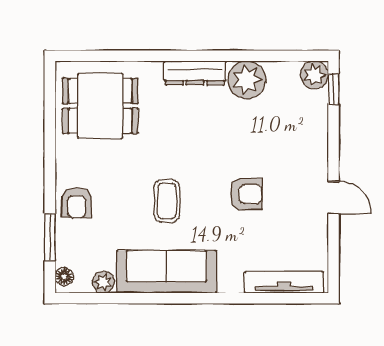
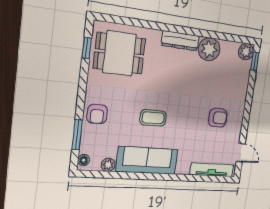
window: (50, 104) -> (87, 48), added
armchair: (246, 194) -> (218, 118), moved
door: (334, 198) -> (241, 153), moved
coffee table: (167, 201) -> (153, 118), turned 90

